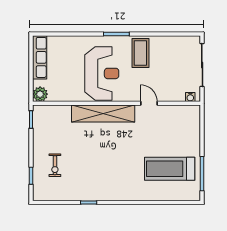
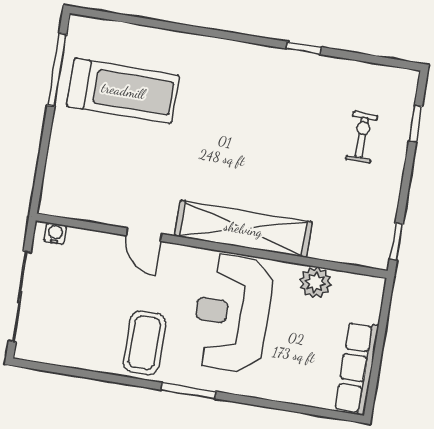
plant: (40, 94) -> (315, 282), moved

